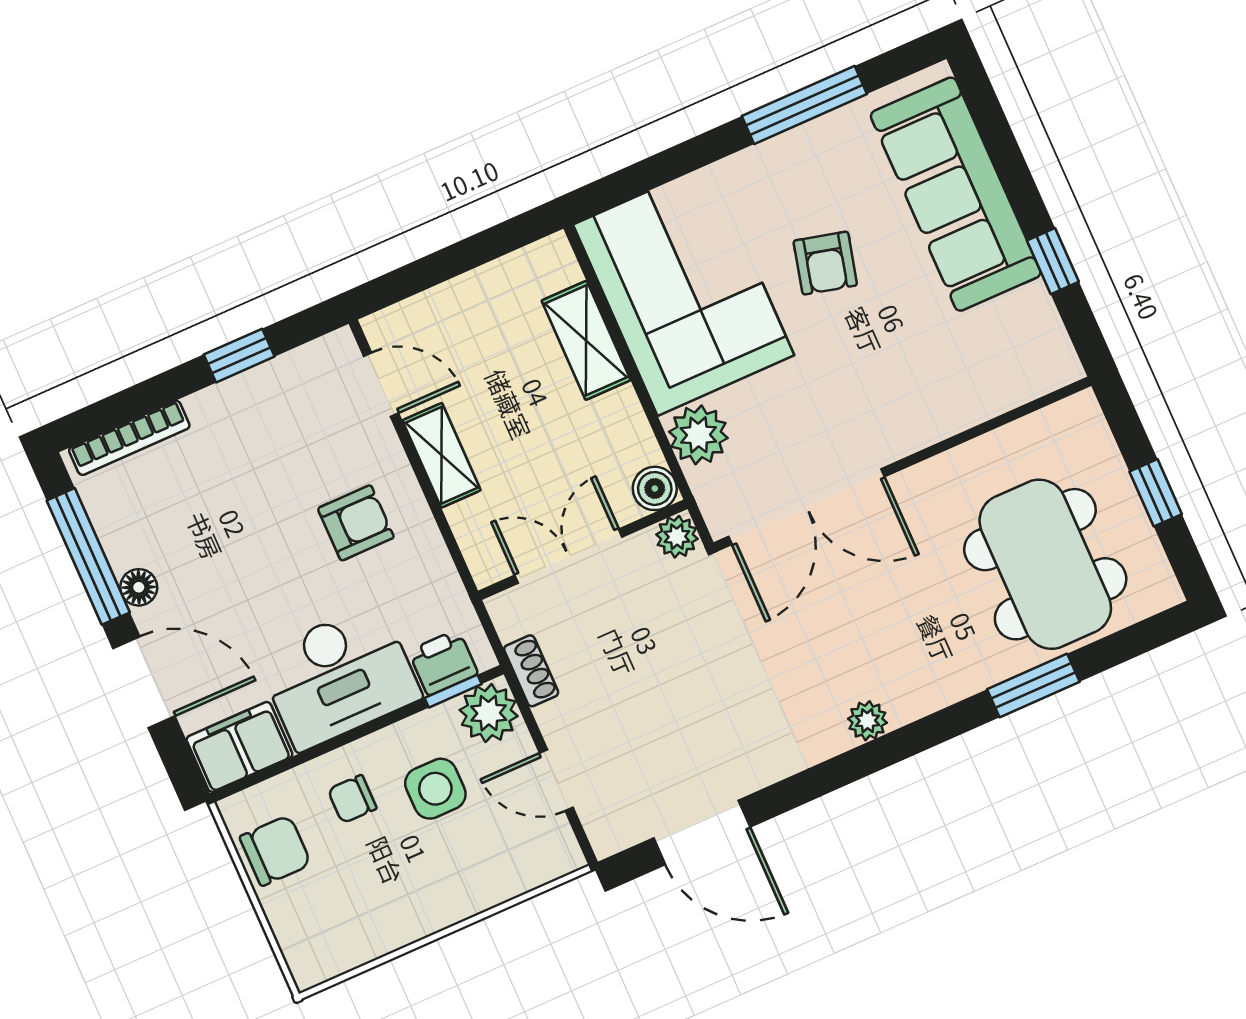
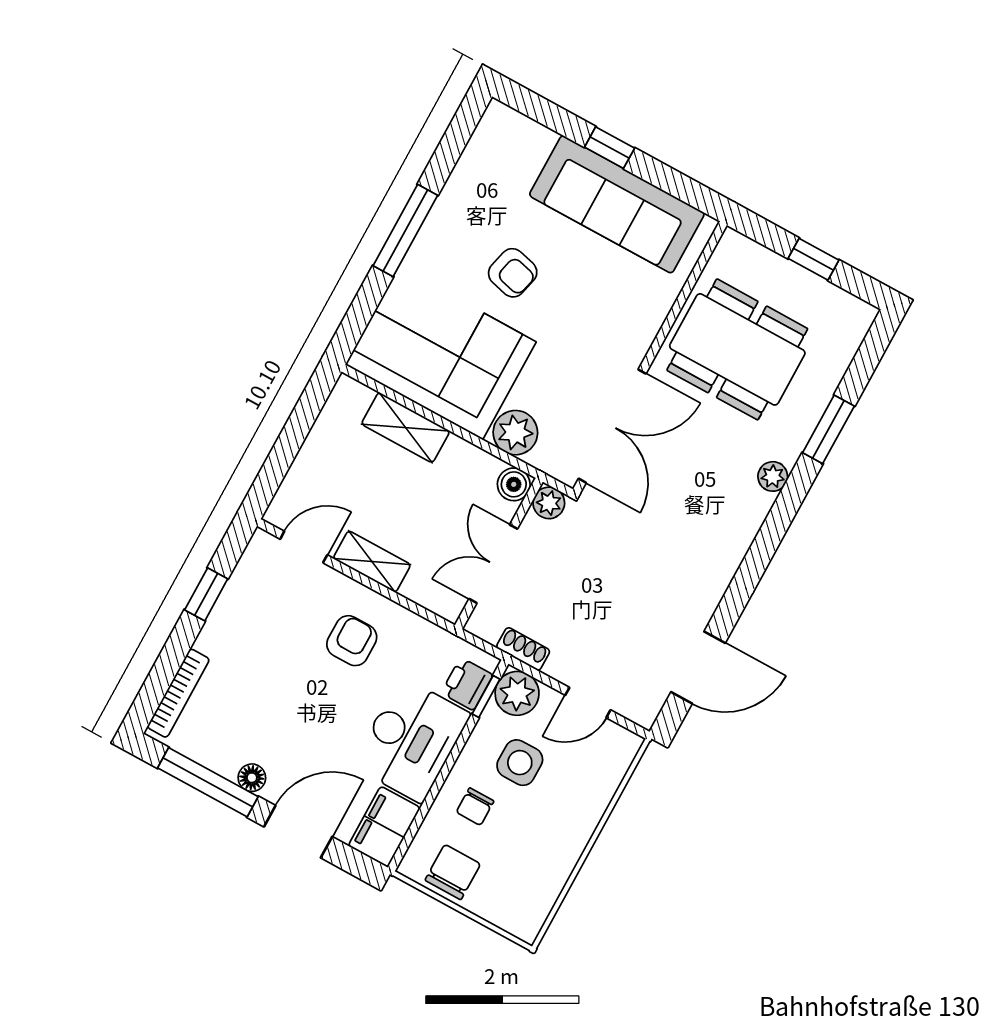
window: (804, 105) -> (405, 230), moved
sofa: (956, 194) -> (617, 204), moved
window: (1053, 261) -> (610, 148), moved
dining table: (1045, 564) -> (737, 349), moved
plant: (867, 721) -> (773, 476), moved

